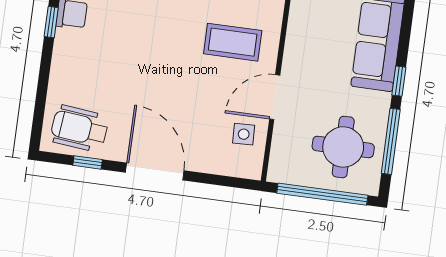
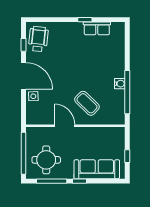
coffee table: (233, 42) -> (87, 103), turned -46
side table: (244, 134) -> (33, 96), moved
door: (155, 172) -> (23, 76), hinge flipped

